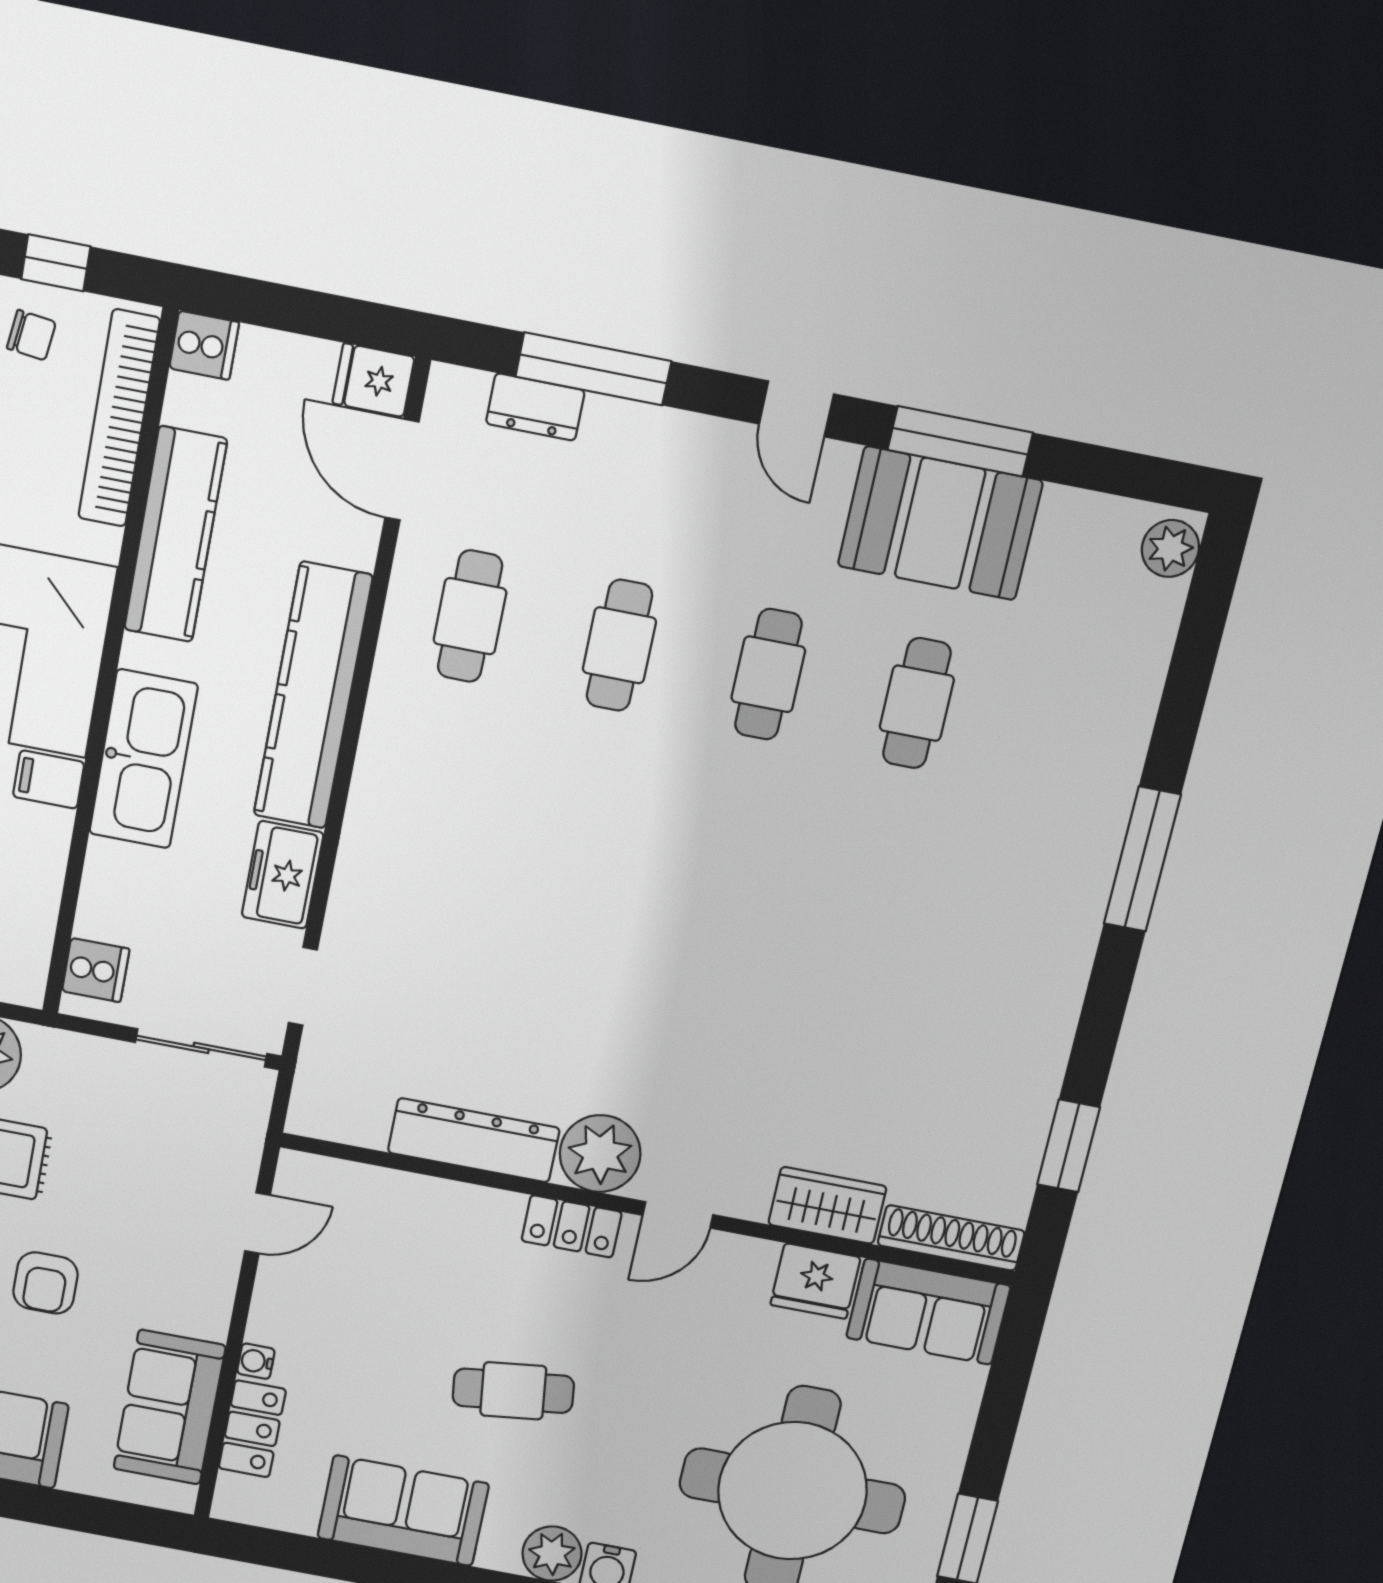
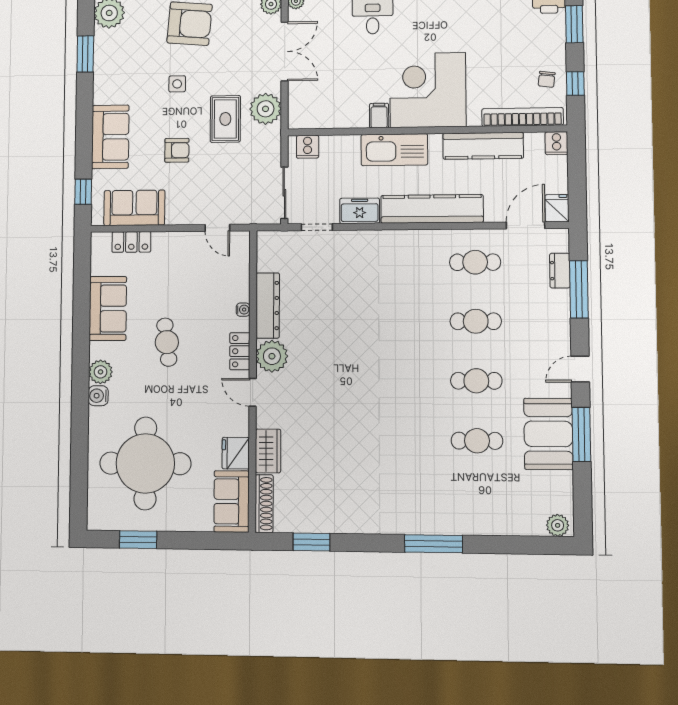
armchair: (45, 1283) -> (177, 150), turned 180
water cooler: (256, 1361) -> (243, 310), moved, turned 90
window: (107, 1518) -> (83, 192), added

